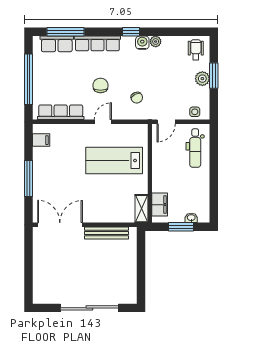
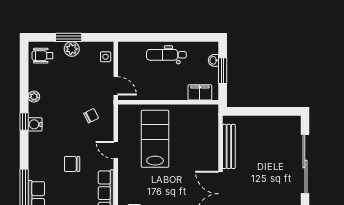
row of seats: (97, 43) -> (36, 156), removed
water cooler: (142, 43) -> (35, 124), moved
chair: (100, 85) -> (72, 164), moved
dental chair: (195, 148) -> (166, 55), moved, turned 180
lab bench: (114, 160) -> (155, 139), turned 180
shelving: (141, 209) -> (204, 111), removed

